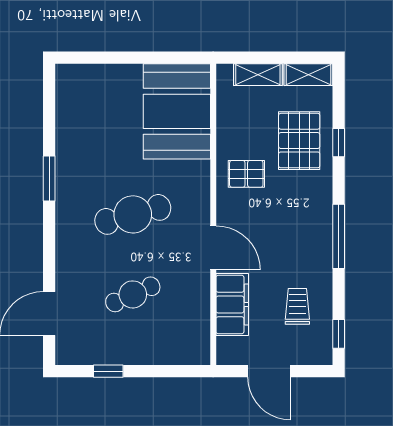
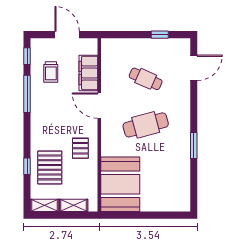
pallet: (246, 174) -> (80, 148), turned 90
window: (339, 236) -> (27, 94), moved
cafe table: (133, 294) -> (146, 79), turned 48

